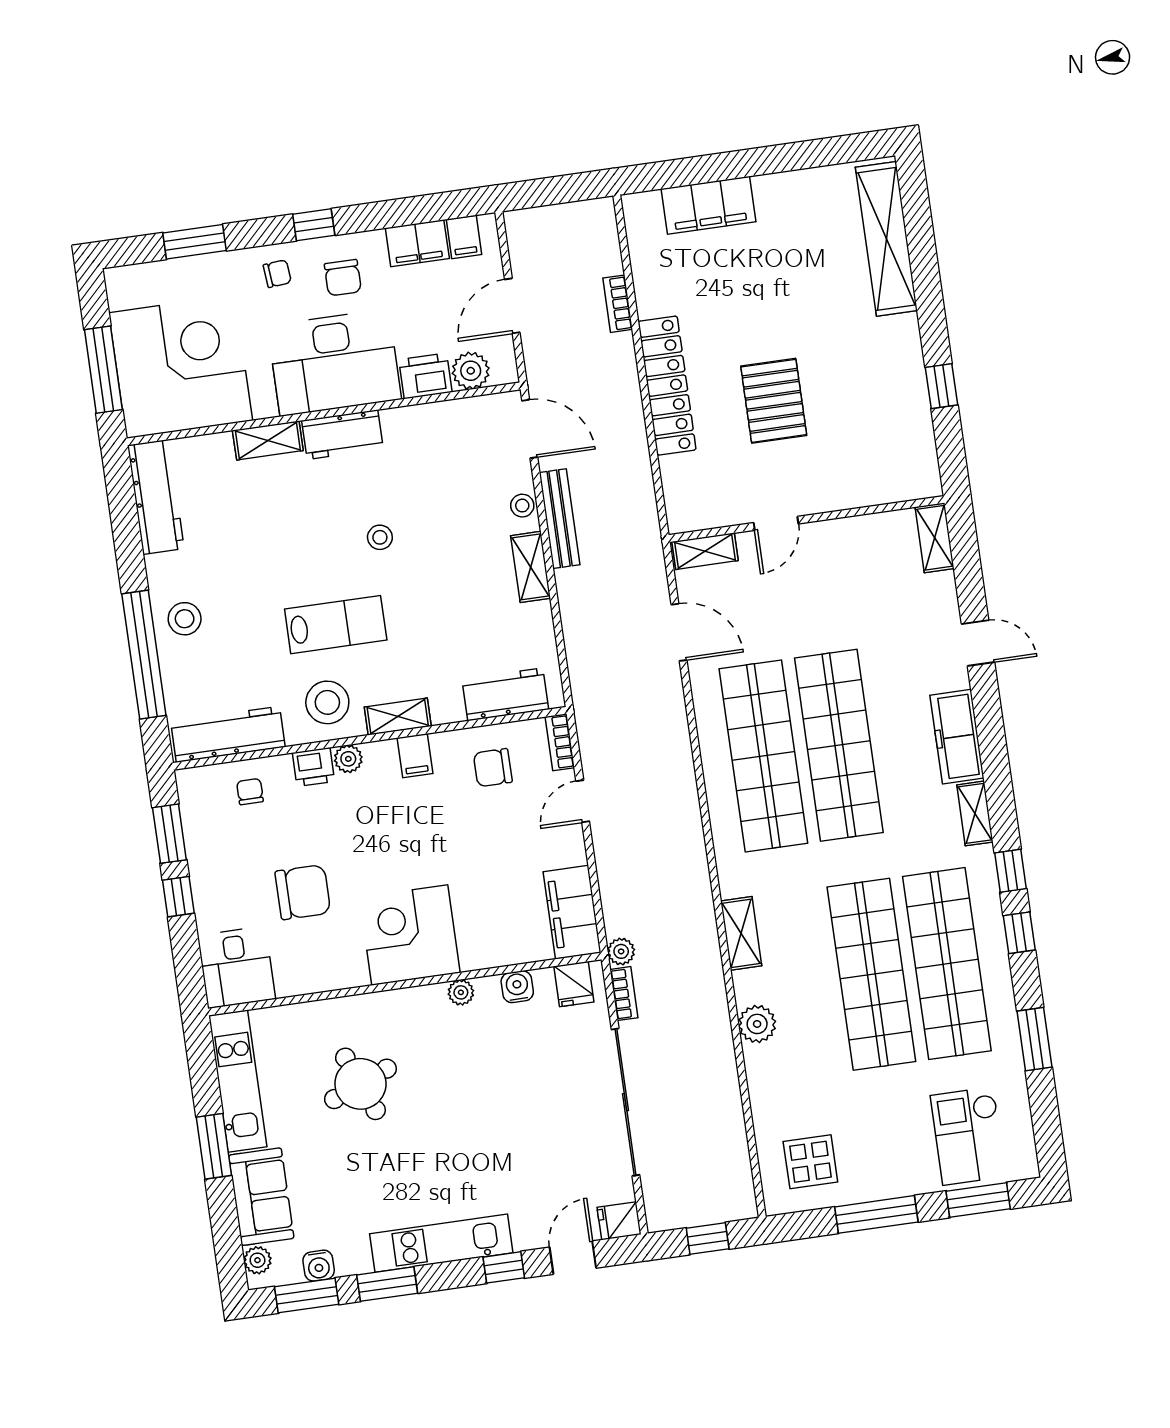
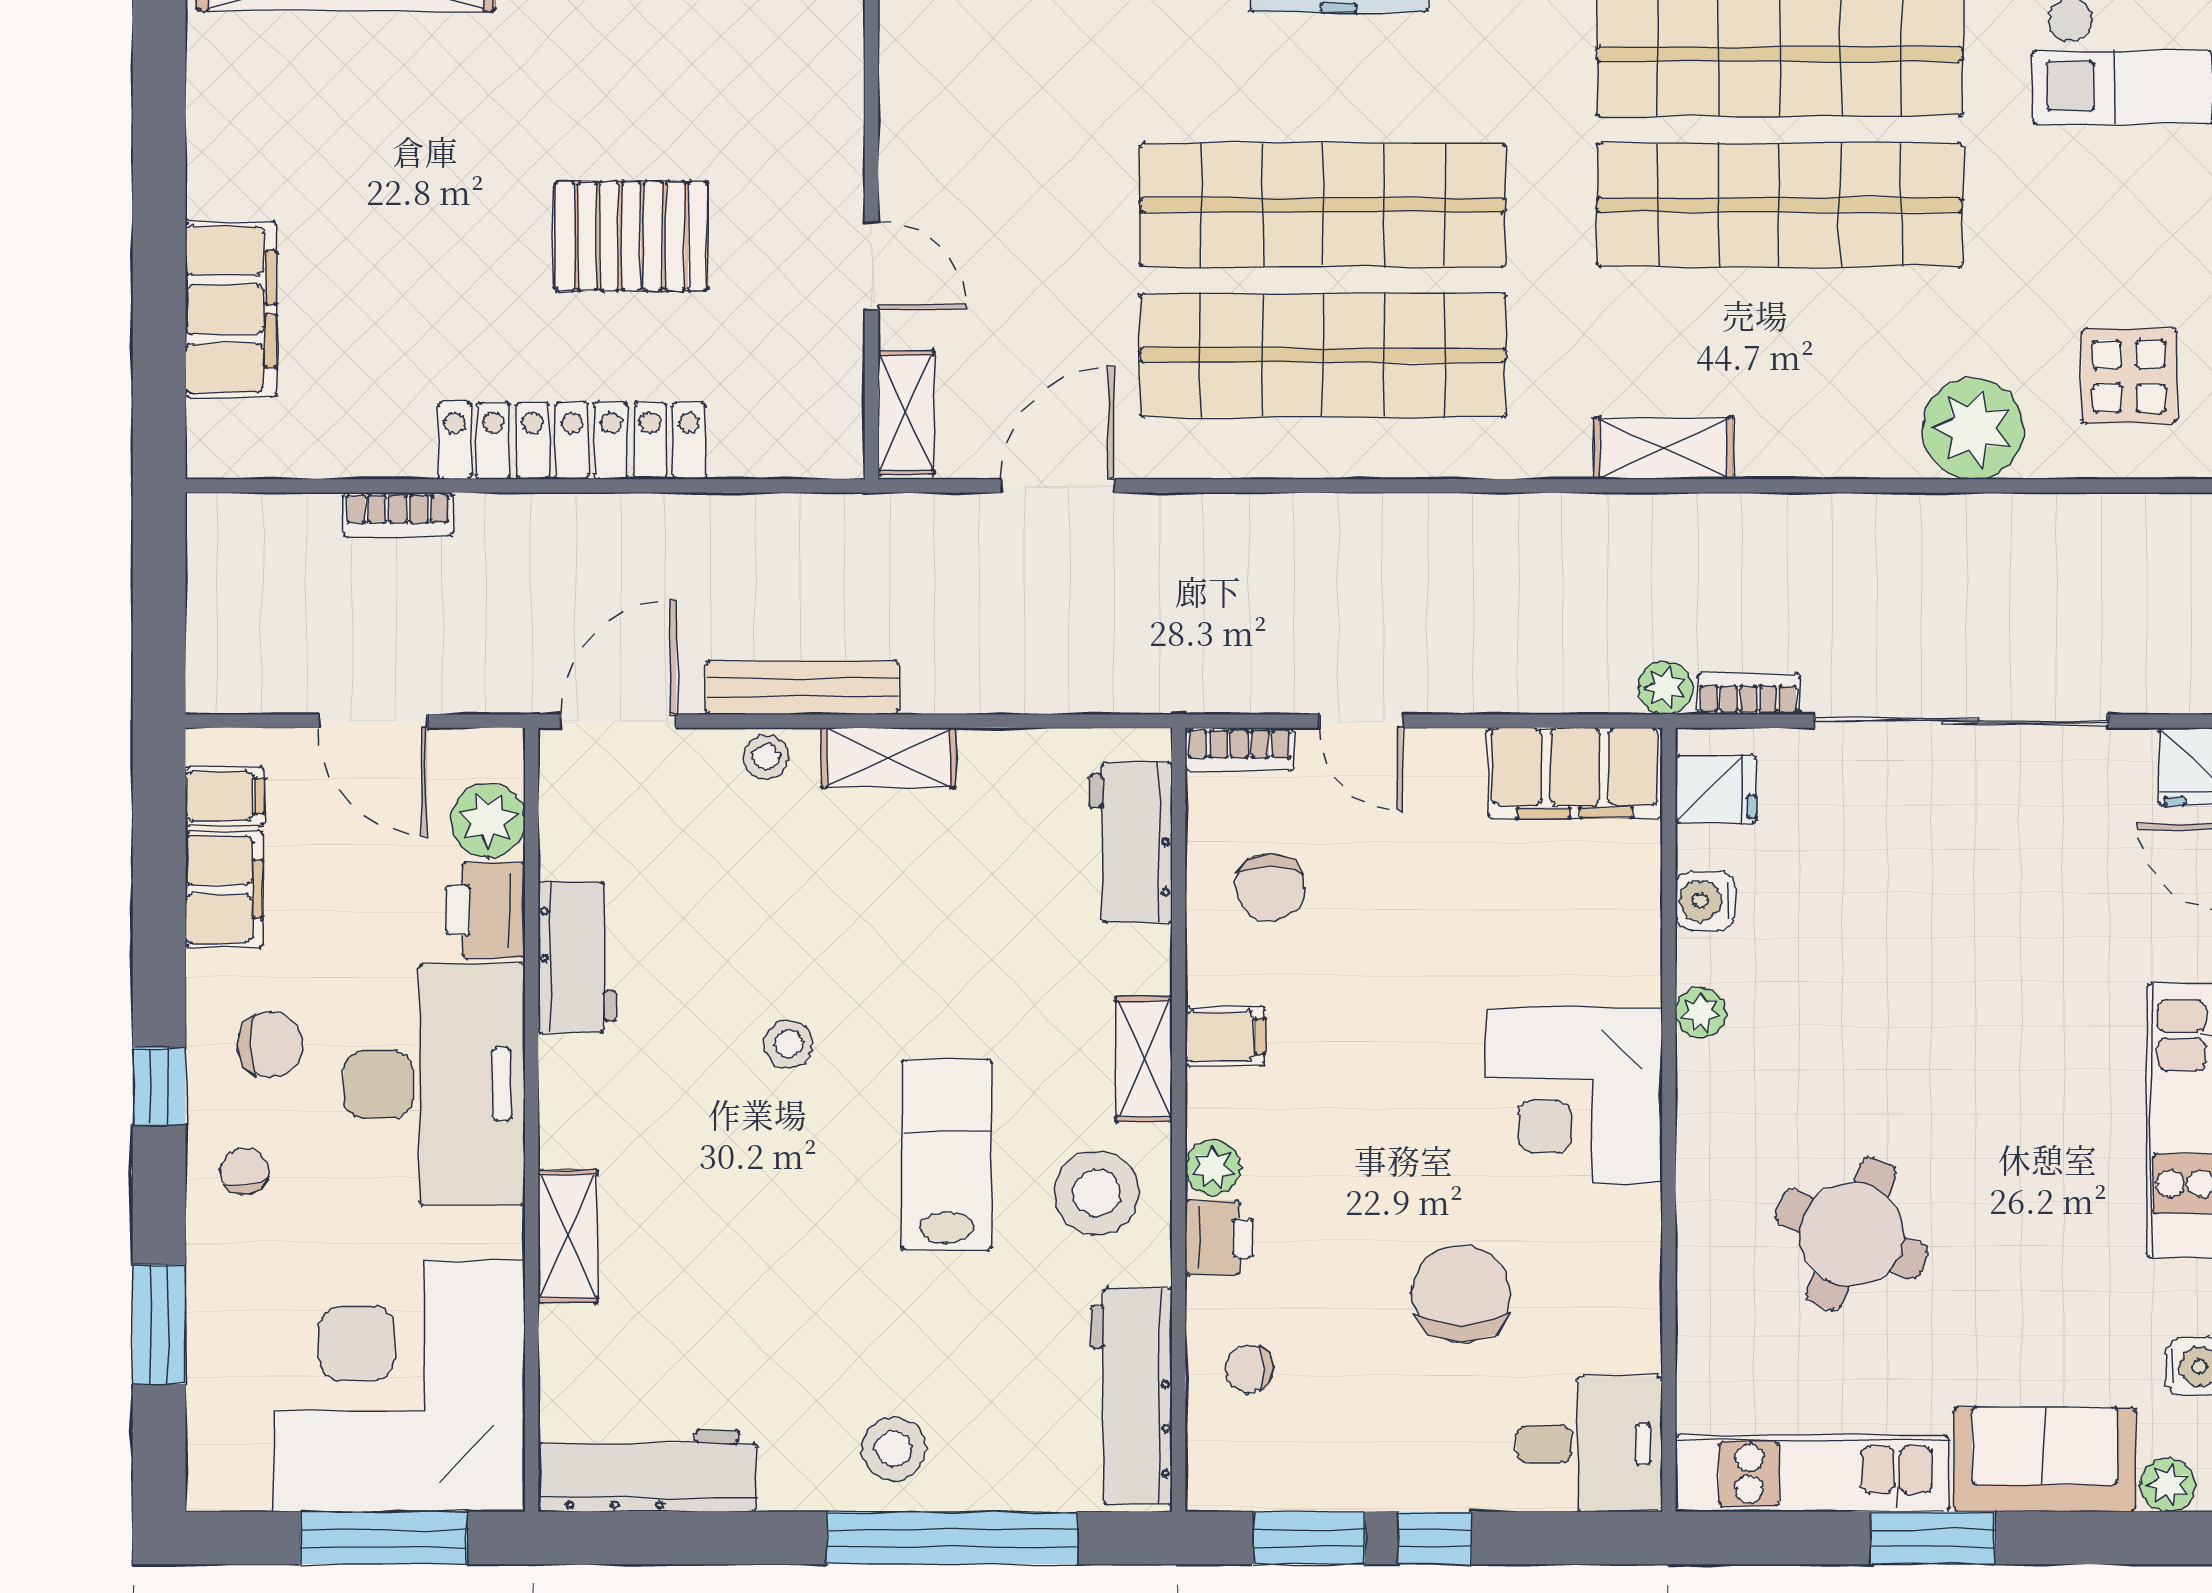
workbench: (342, 435) -> (577, 957), moved
plant: (757, 1024) -> (1973, 429), moved, width x1.36, depth x1.36
round table: (360, 1084) -> (1852, 1234), turned 45

